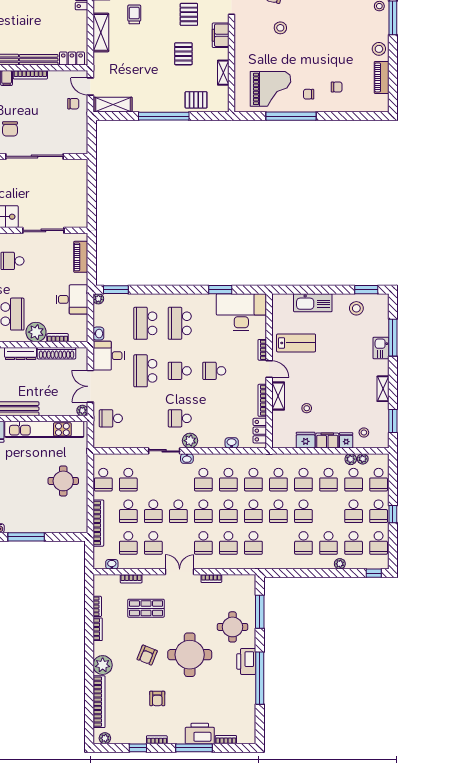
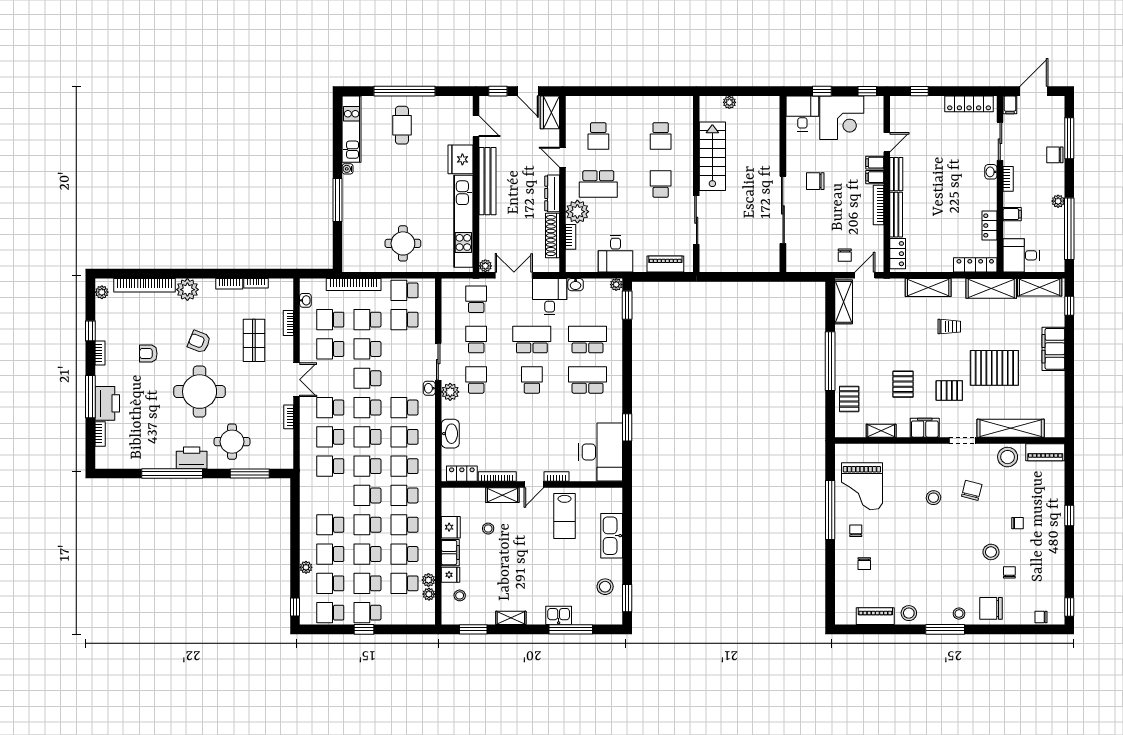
pallet: (183, 54) -> (903, 384), turned 90
school desk: (214, 371) -> (476, 340), moved
washbasin: (232, 443) -> (450, 434), width x1.91, depth x1.45
school desk: (379, 480) -> (367, 554), moved

